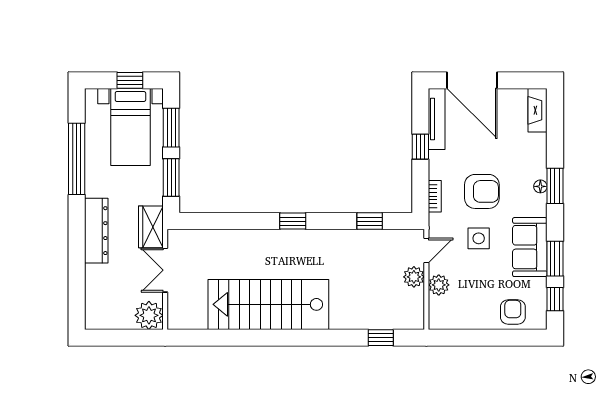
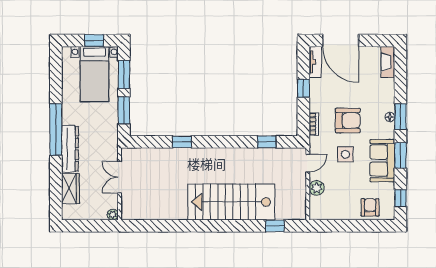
tv unit: (437, 119) -> (315, 62), width x0.71
window: (77, 159) -> (56, 130), moved
window: (293, 221) -> (182, 142), moved
wardrobe: (151, 227) -> (70, 189), moved, turned 180
window: (555, 259) -> (400, 155), moved
plant: (414, 277) -> (299, 182), removed
stairs: (268, 304) -> (231, 202), moved
plant: (149, 315) -> (113, 215), width x0.53, depth x0.53

